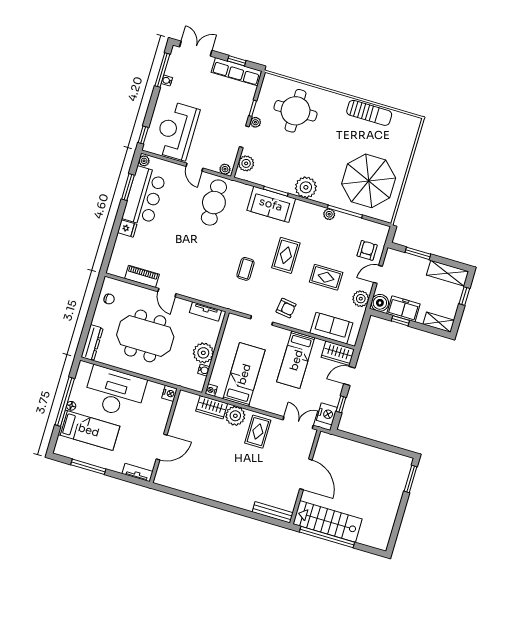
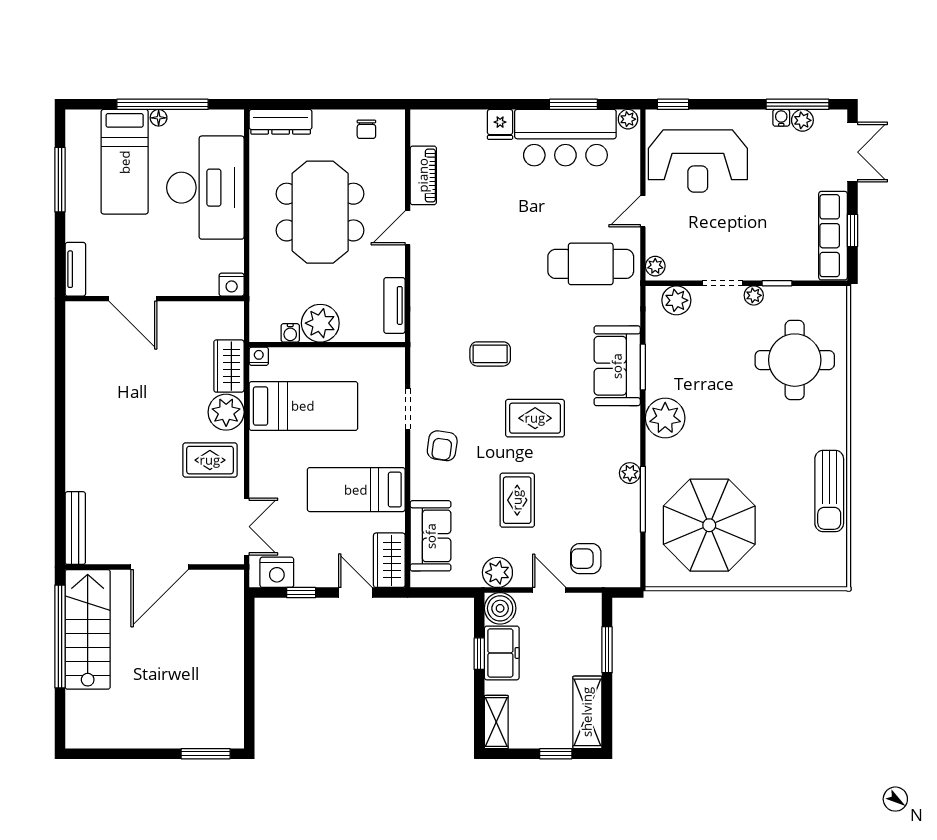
plant: (171, 70) -> (802, 120), added
reception desk: (177, 131) -> (698, 161), turned 180
armchair: (367, 250) -> (586, 559), turned 180

